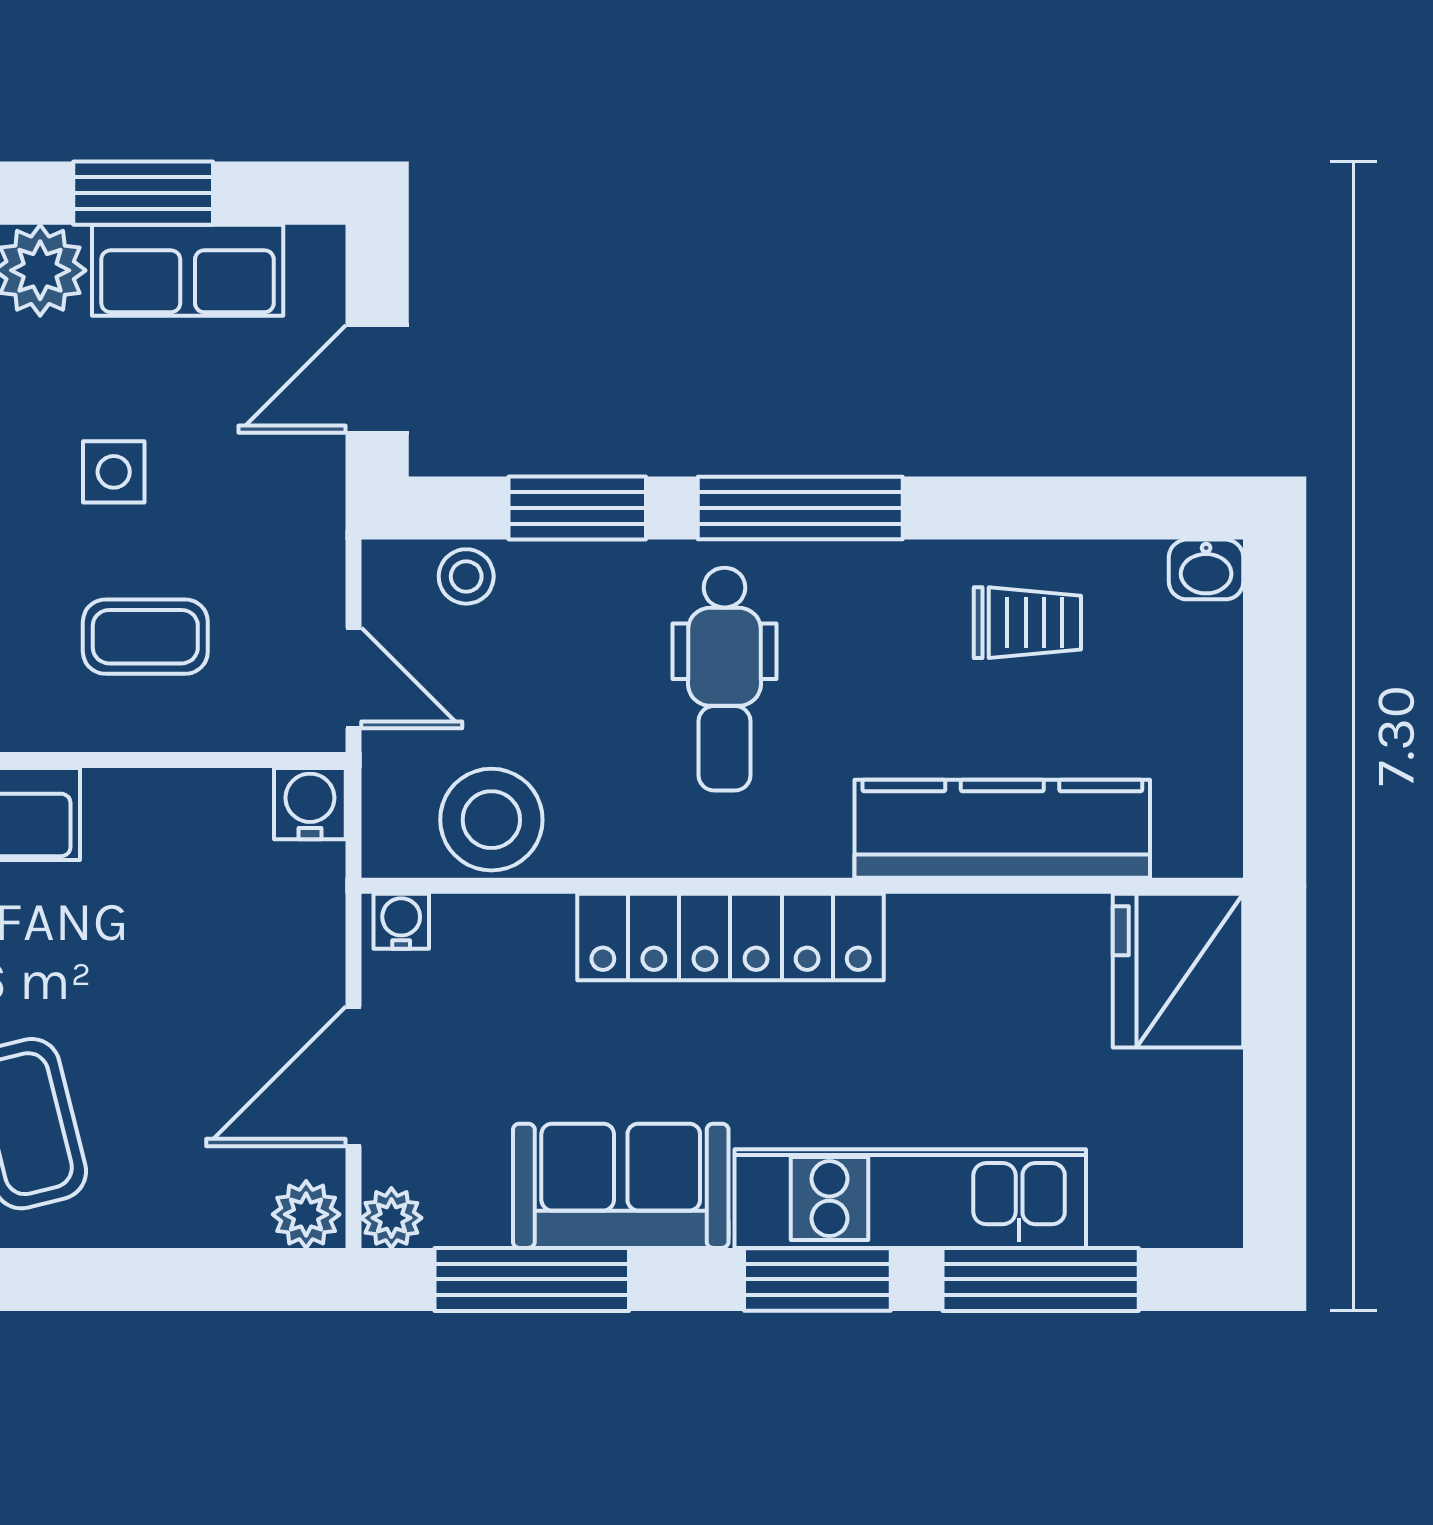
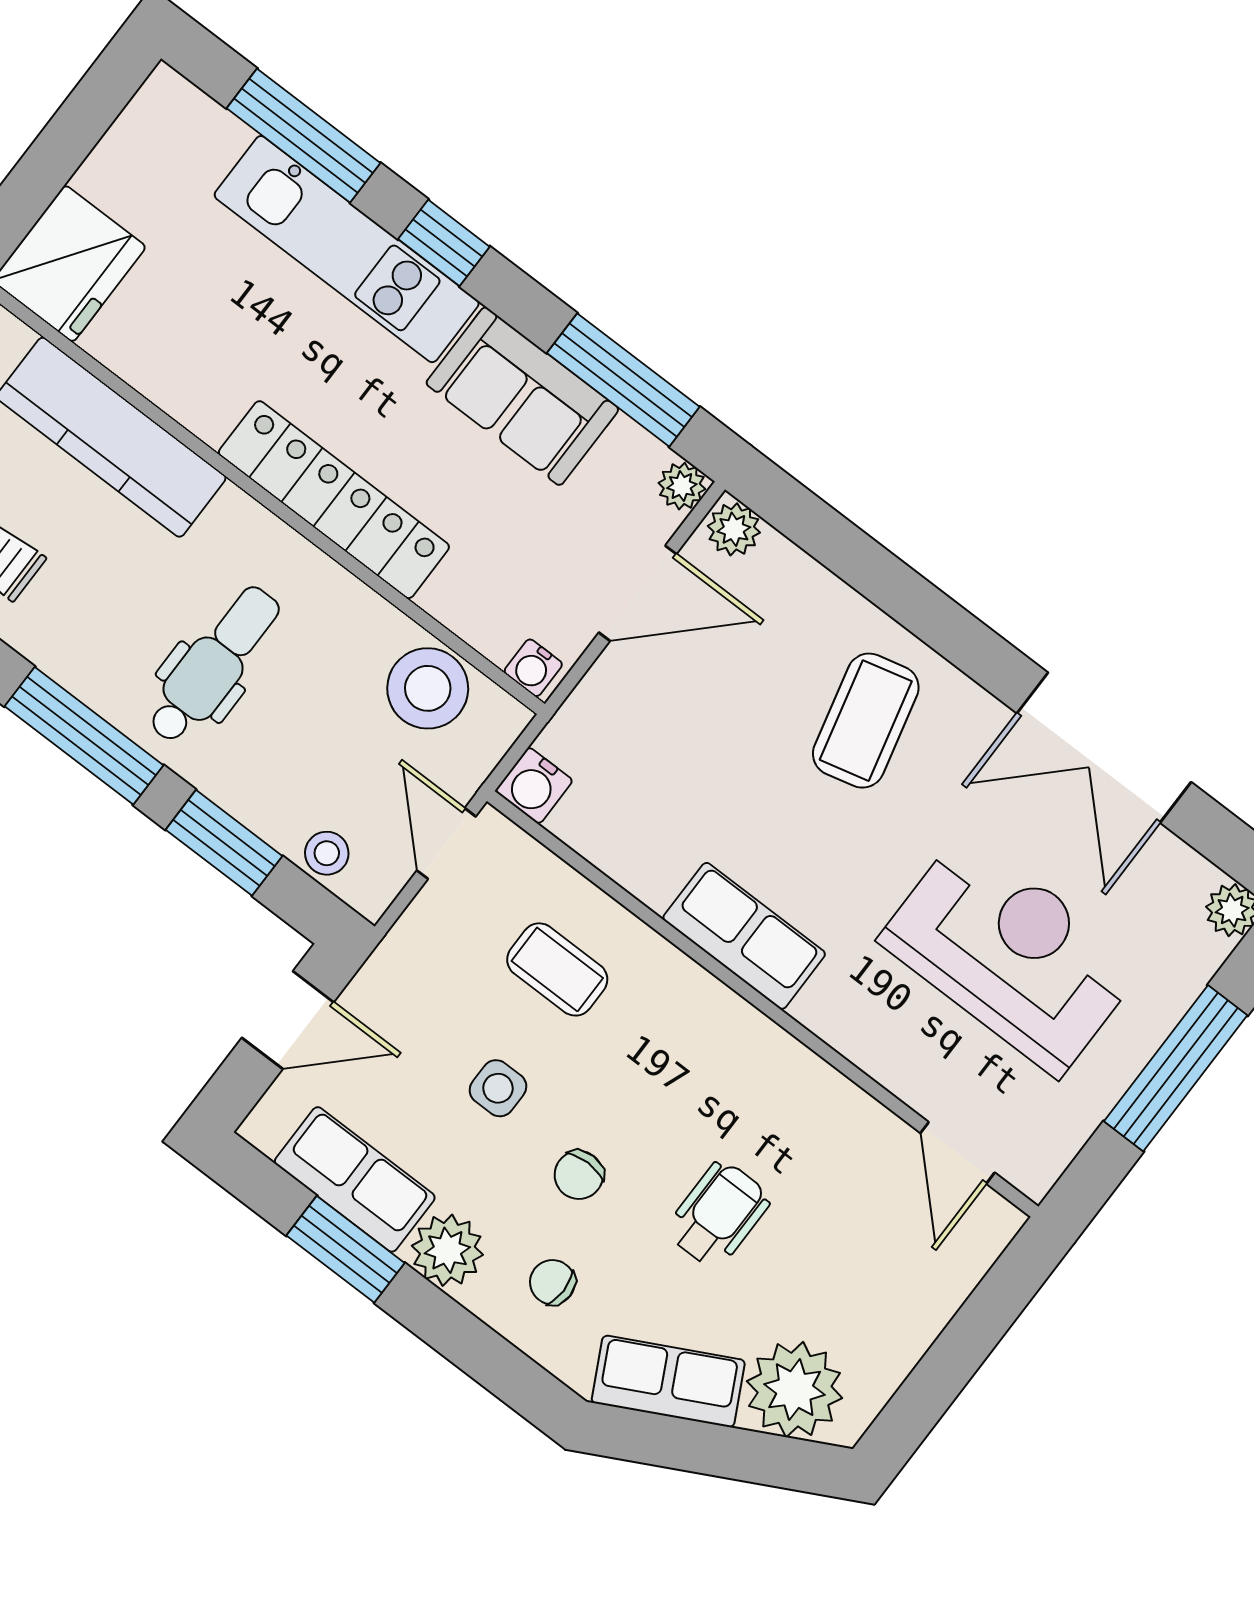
window: (817, 1279) -> (444, 243), width x0.67

